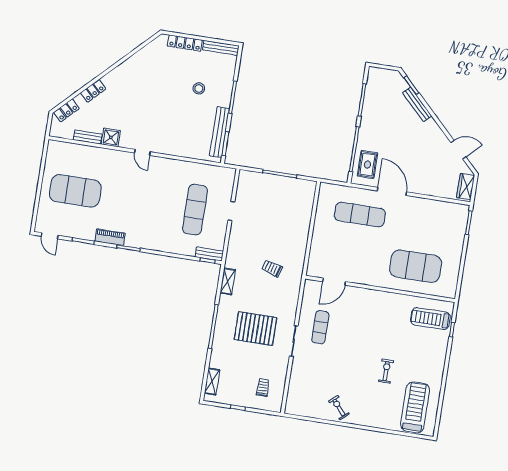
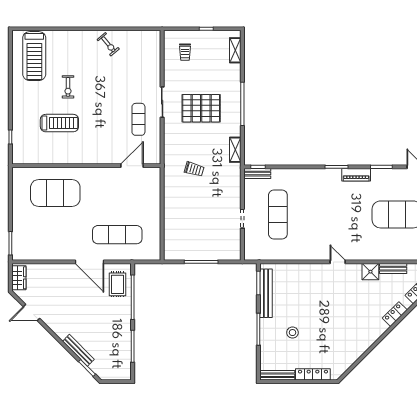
treadmill: (430, 319) -> (59, 123), moved

